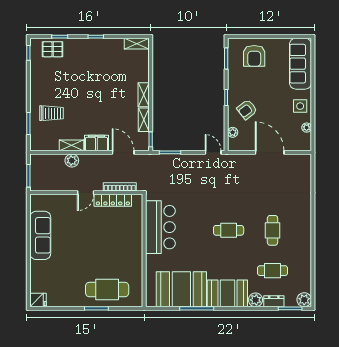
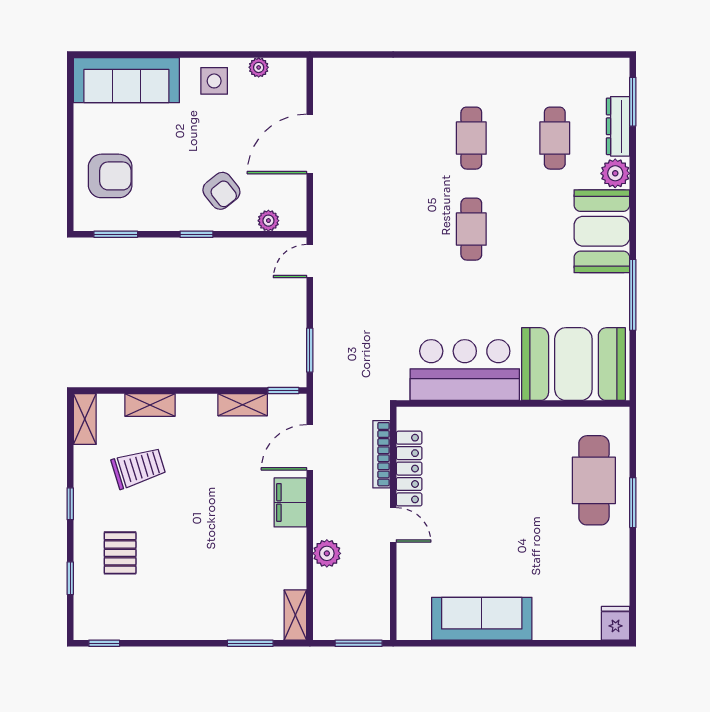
pallet: (53, 49) -> (120, 553), moved
shelving: (144, 95) -> (150, 405), moved
trolley: (52, 113) -> (139, 468), moved, turned 73
shelving: (71, 145) -> (295, 615), moved
cafe table: (273, 230) -> (471, 138), turned 90
booth: (181, 289) -> (573, 364), moved, turned 90
plant: (304, 300) -> (615, 72), removed
dresser: (274, 301) -> (618, 126), width x1.44

